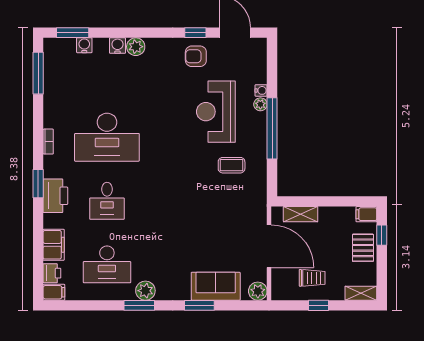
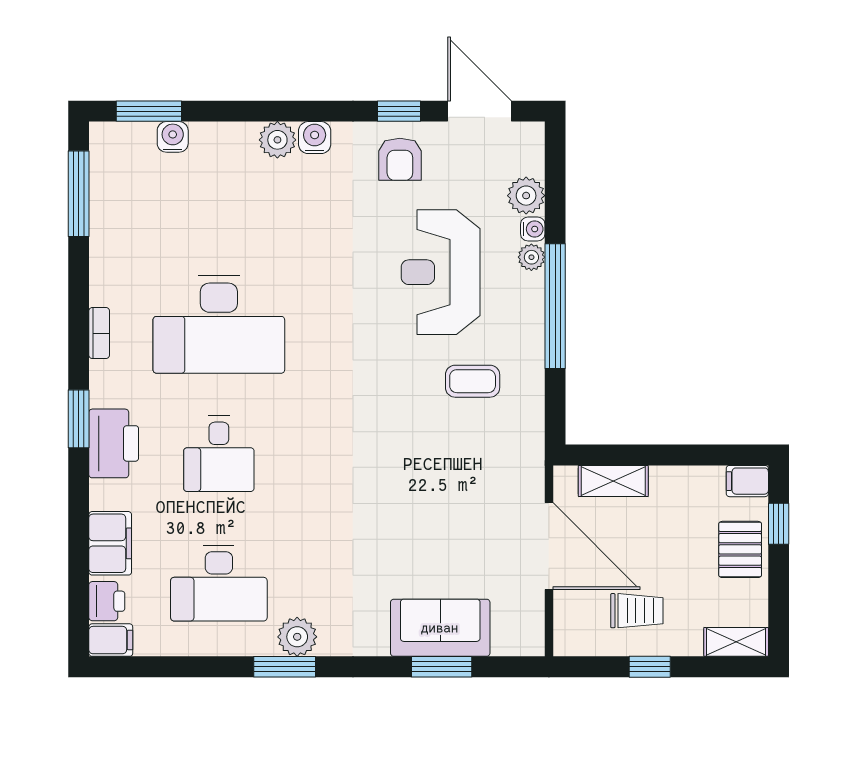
water cooler: (117, 46) -> (315, 138), moved
armchair: (196, 56) -> (400, 159), turned -90
plant: (258, 291) -> (526, 196), moved
window: (199, 305) -> (442, 667), moved

